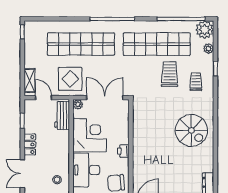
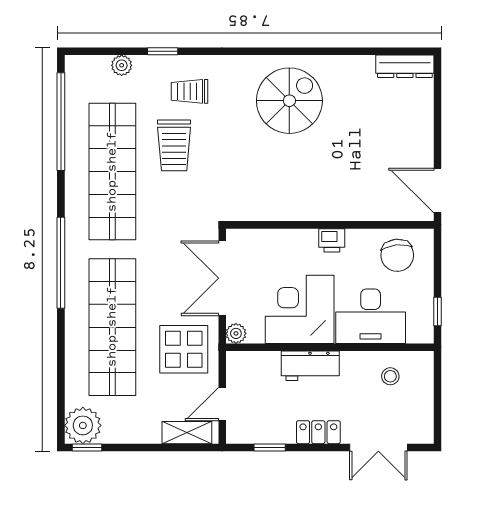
plant: (205, 30) -> (83, 425), moved
trolley: (170, 74) -> (174, 145), turned -90
workbench: (62, 116) -> (310, 366), moved

